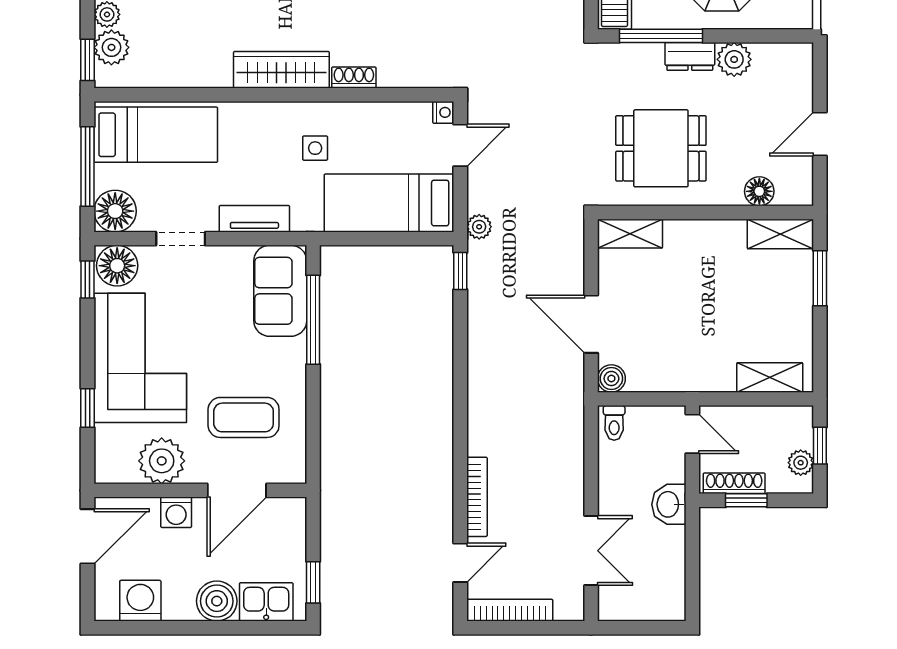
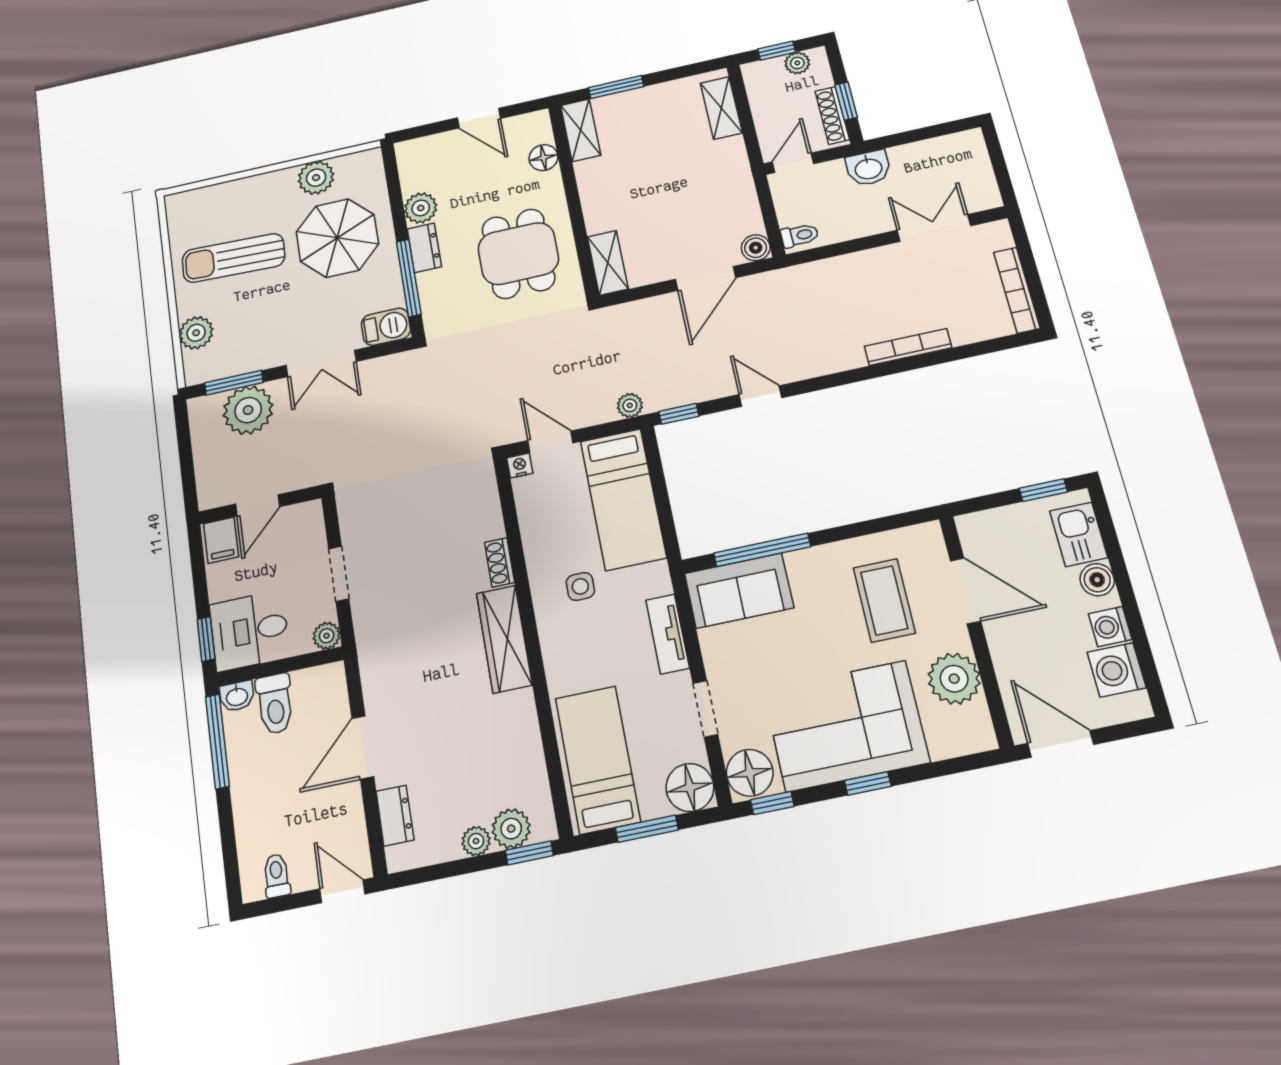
window: (88, 167) -> (647, 829), width x0.69
window: (88, 408) -> (868, 783), moved
washing machine: (176, 512) -> (1110, 627), moved, turned 180
door: (460, 563) -> (760, 396), moved
boiler: (217, 601) -> (1097, 580), width x0.73, depth x0.73

